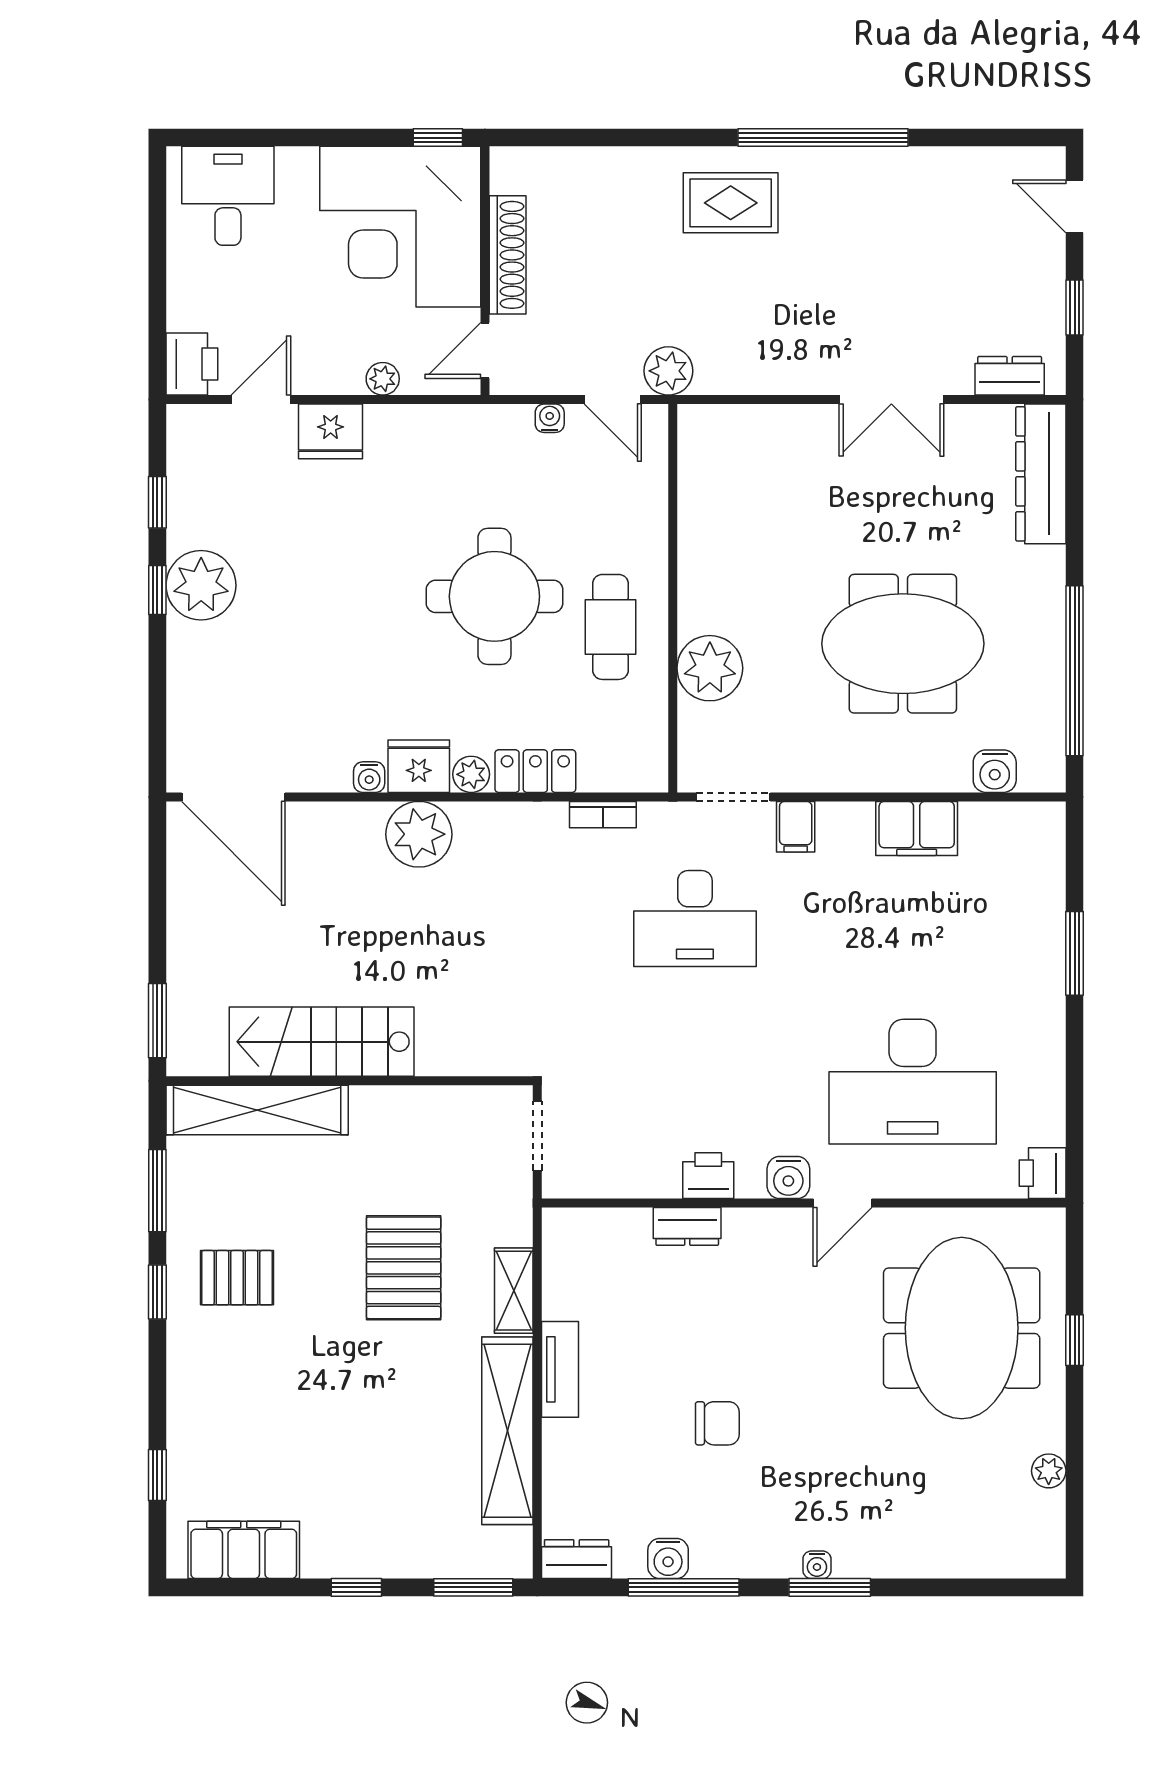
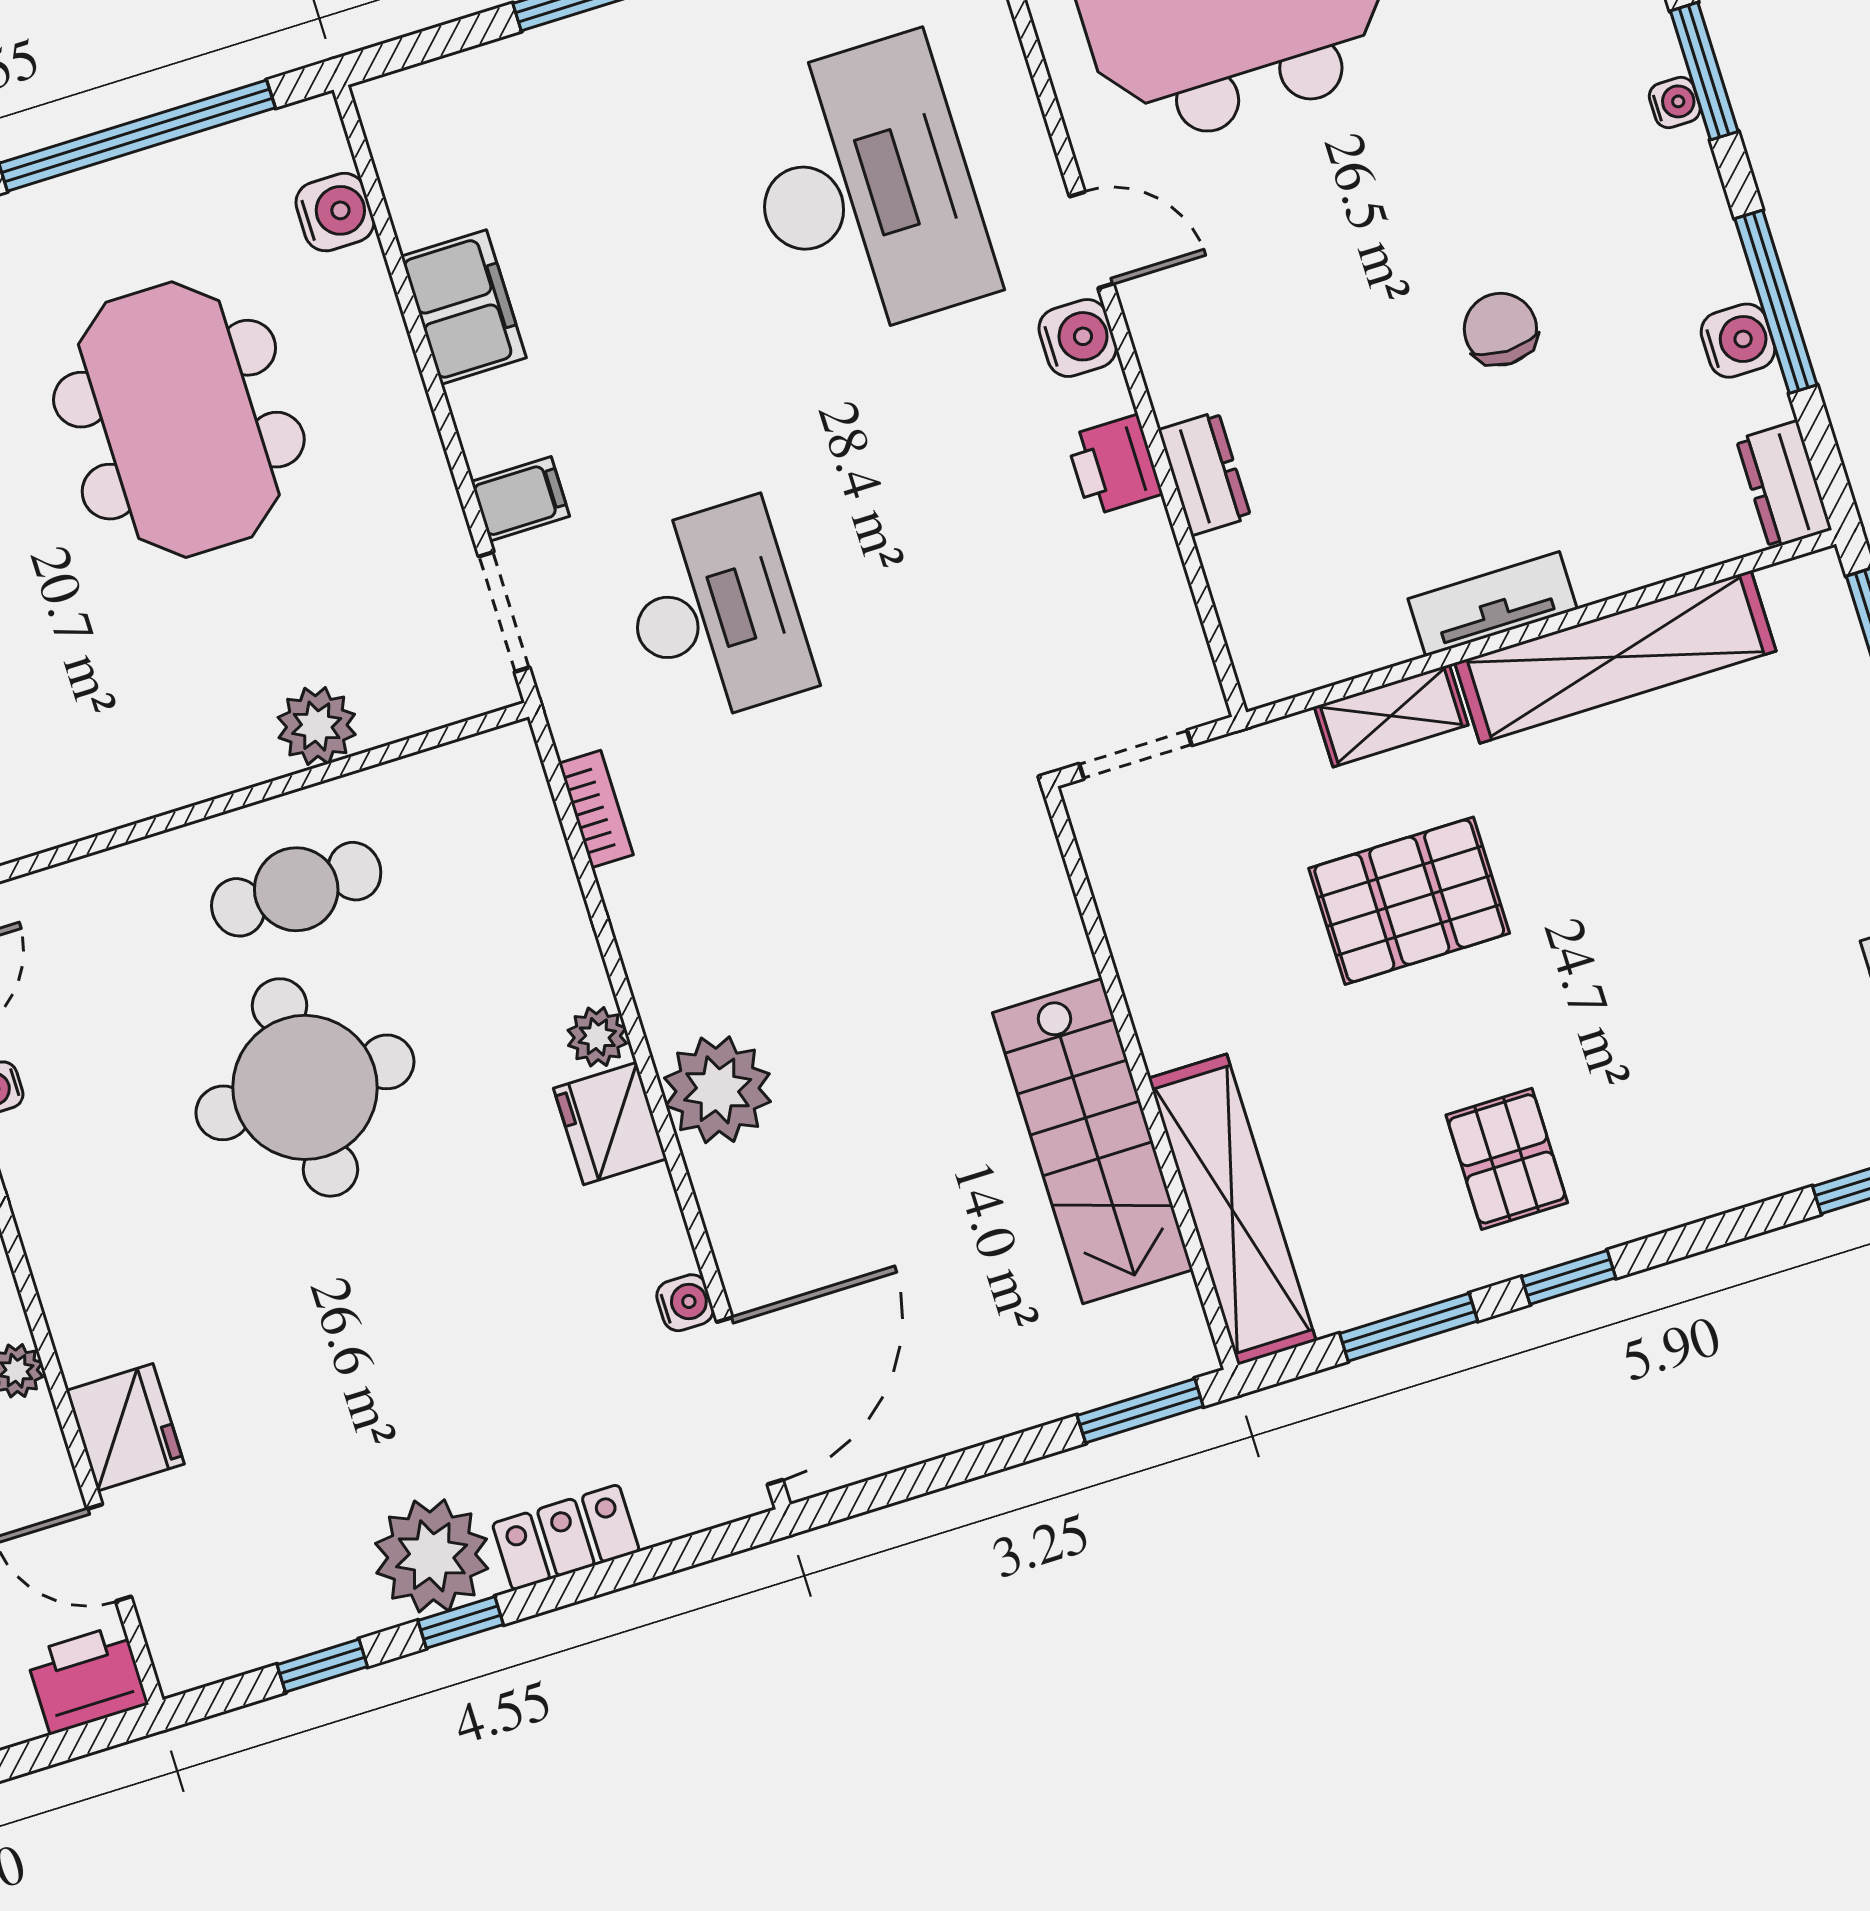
plant: (710, 668) -> (317, 726), width x0.73, depth x0.73
locker: (535, 771) -> (566, 1537), moved, turned 90
water cooler: (369, 777) -> (685, 1303), moved

